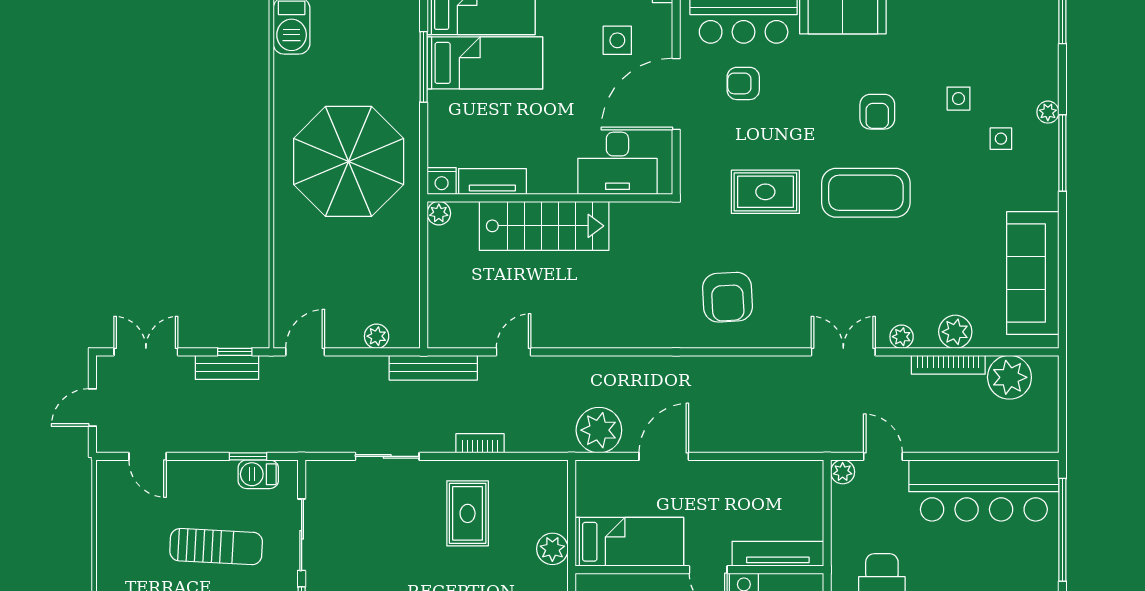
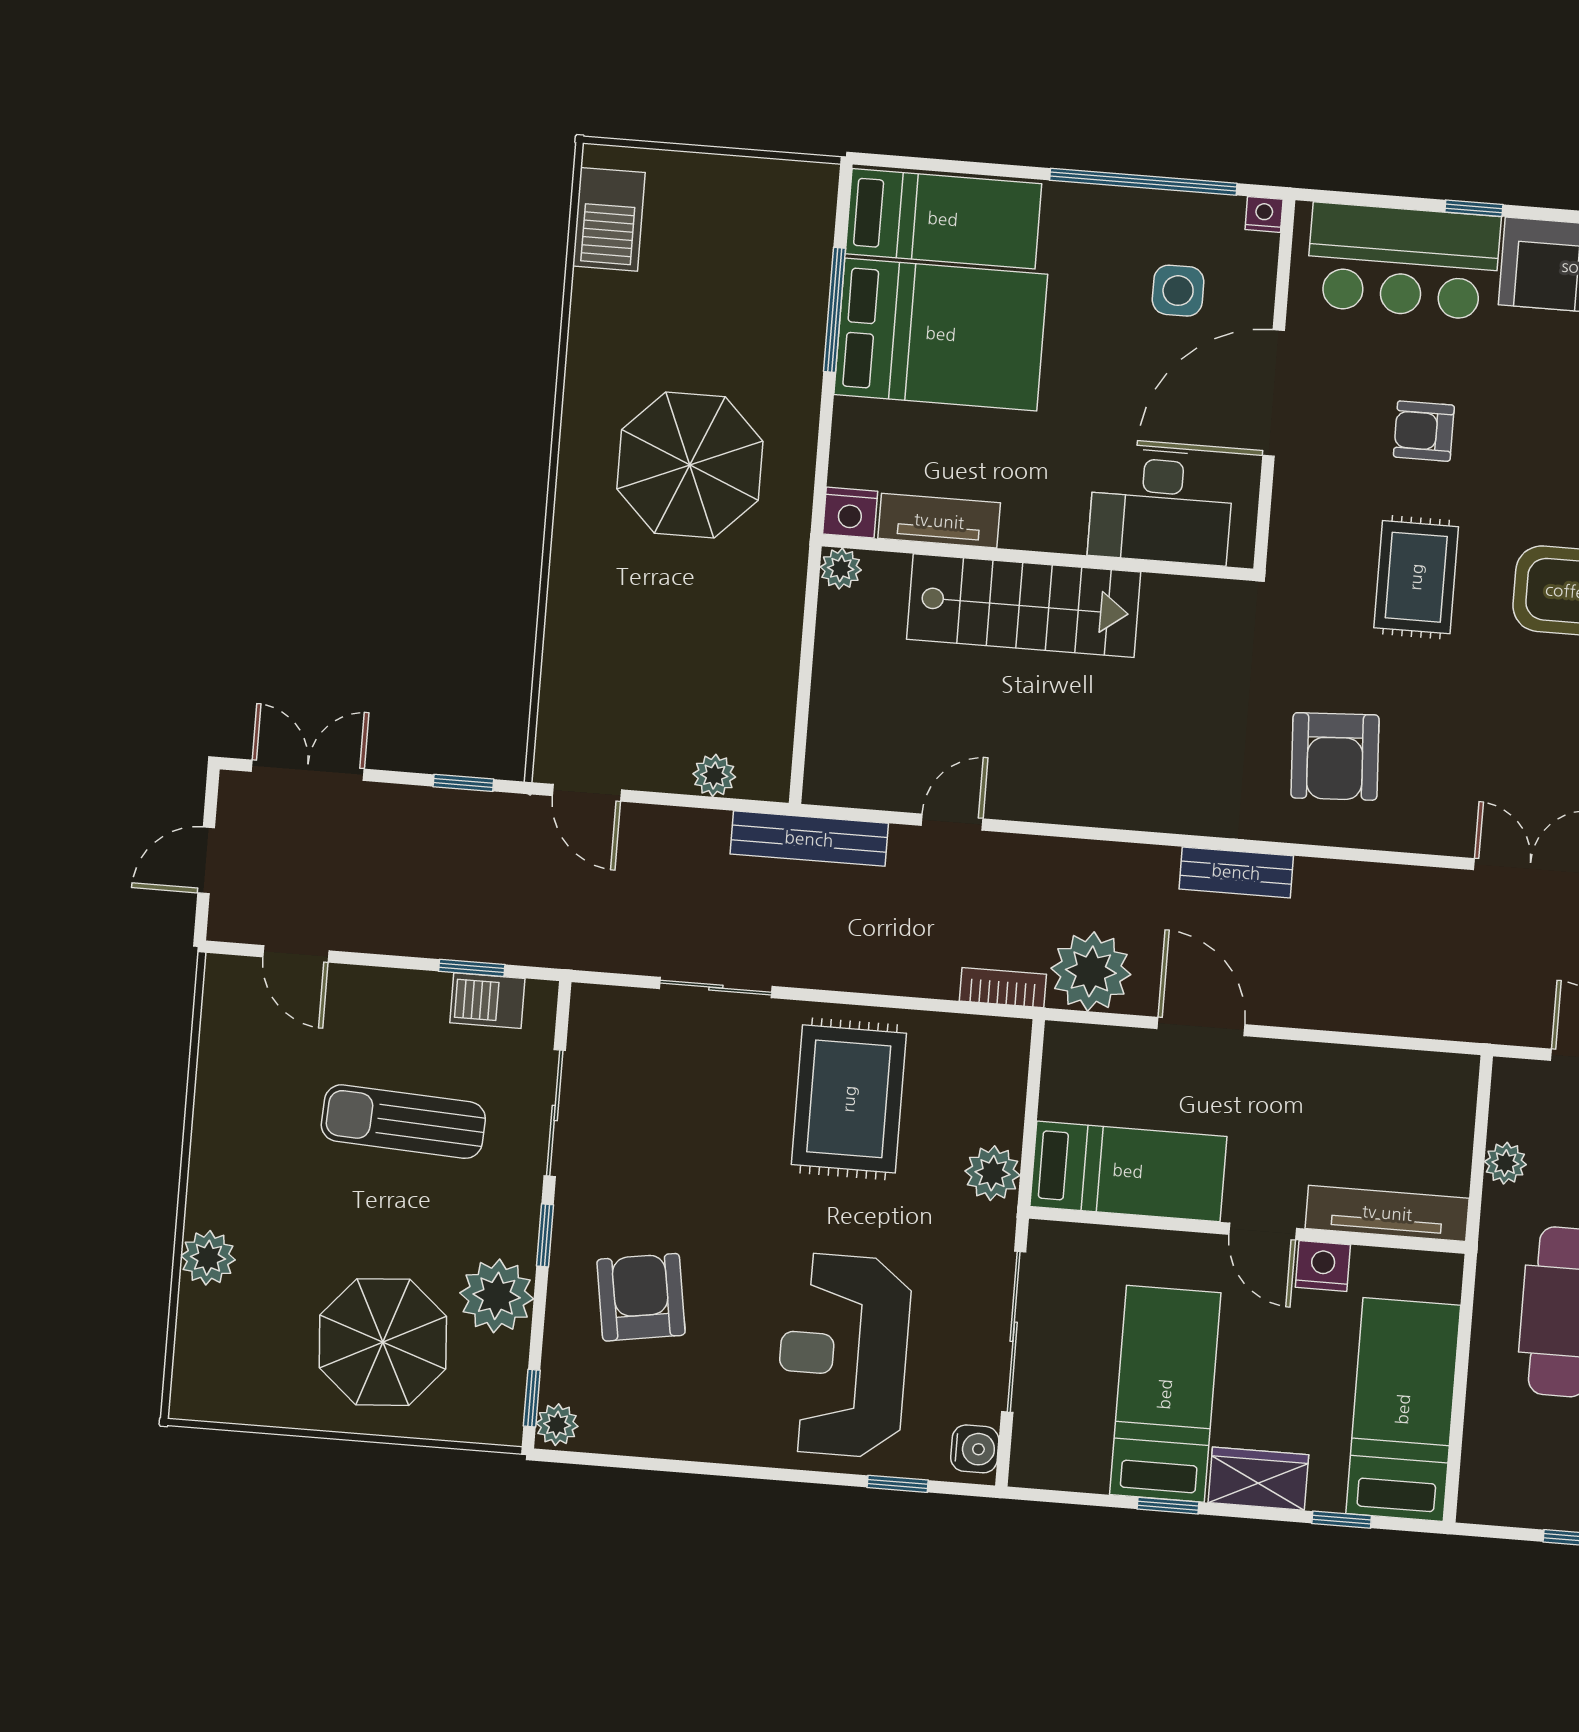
bed: (485, 63) -> (941, 334), width x1.50
armchair: (743, 83) -> (1424, 431), moved
parasol: (349, 161) -> (690, 465), width x0.73, depth x0.73
rug: (765, 192) -> (1416, 577), turned 90
door: (305, 352) -> (587, 793), swing flipped
bench: (227, 367) -> (1236, 872), moved
bookcase: (480, 443) -> (1003, 988), moved
door: (664, 456) -> (1201, 1027), hinge flipped
plant: (843, 472) -> (1505, 1163), moved
rug: (468, 513) -> (849, 1099), width x1.36, depth x1.43
sun lounger: (216, 547) -> (403, 1122), turned 180

